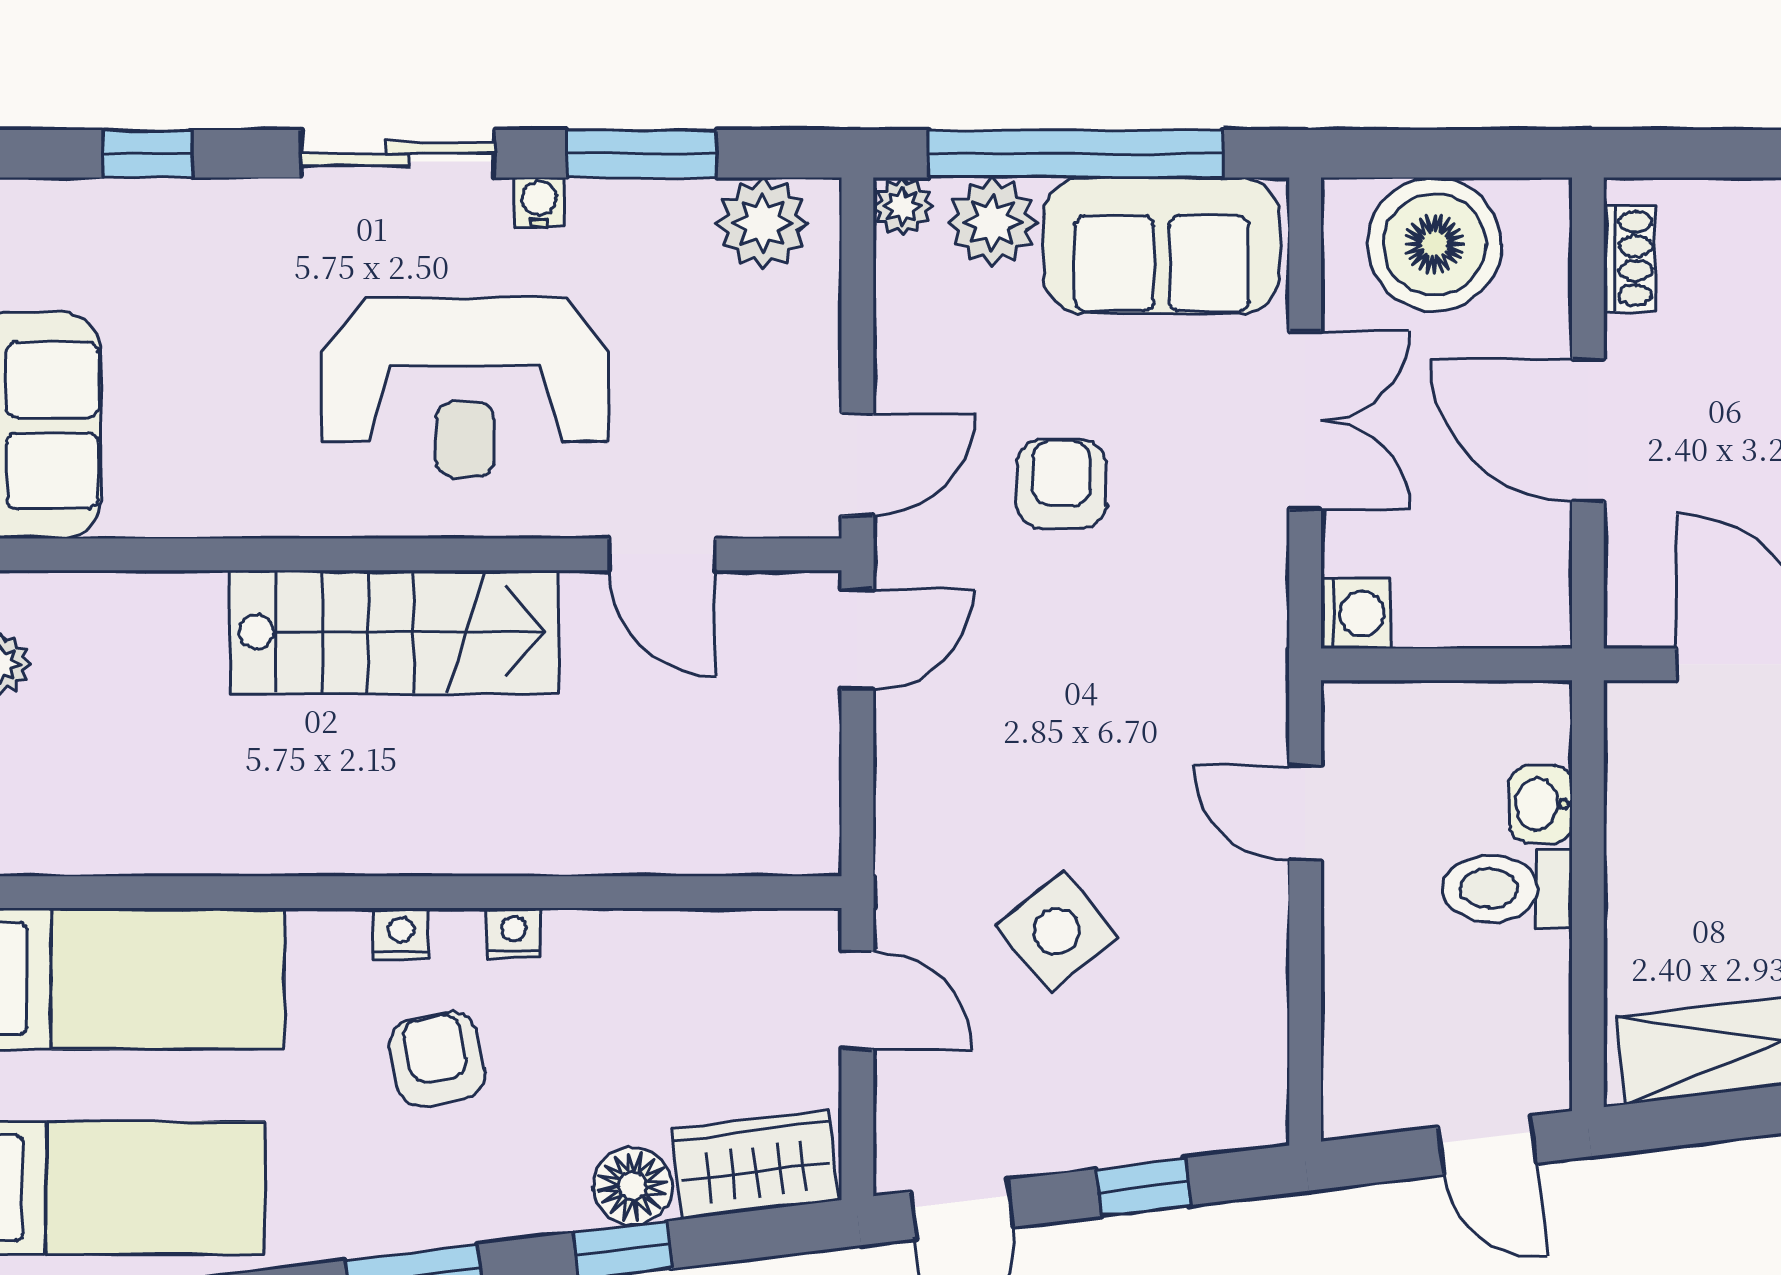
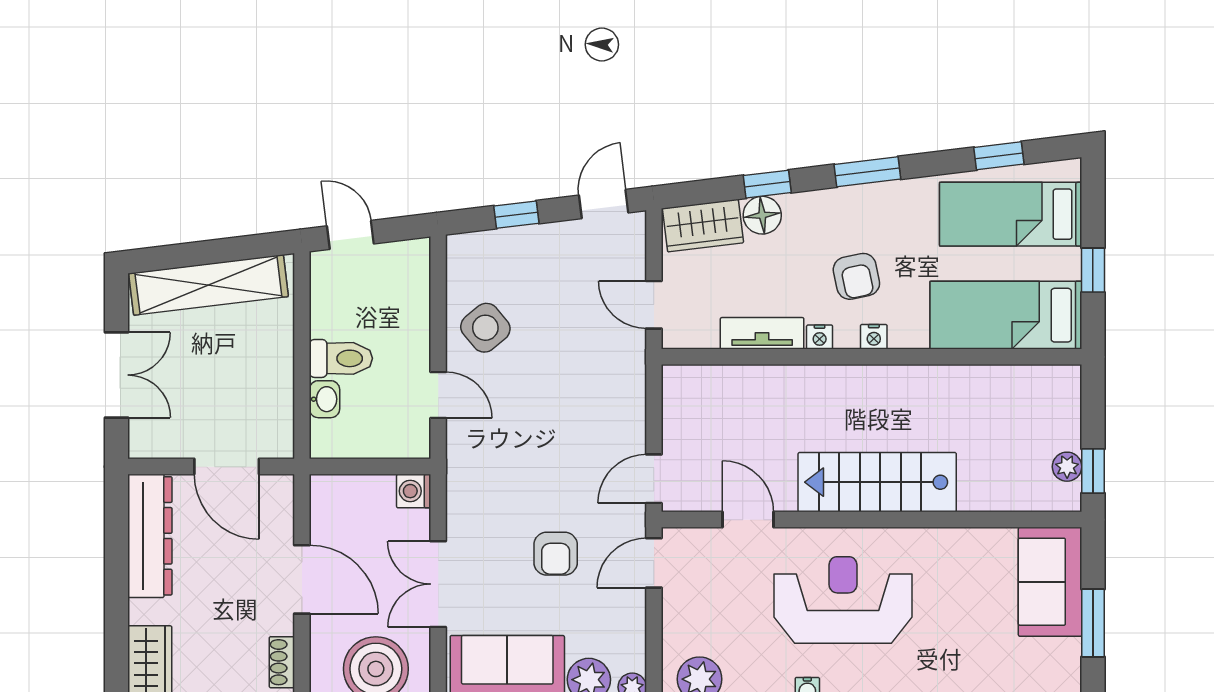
side table: (1057, 931) -> (485, 328), moved
tv unit: (633, 941) -> (762, 333), added

